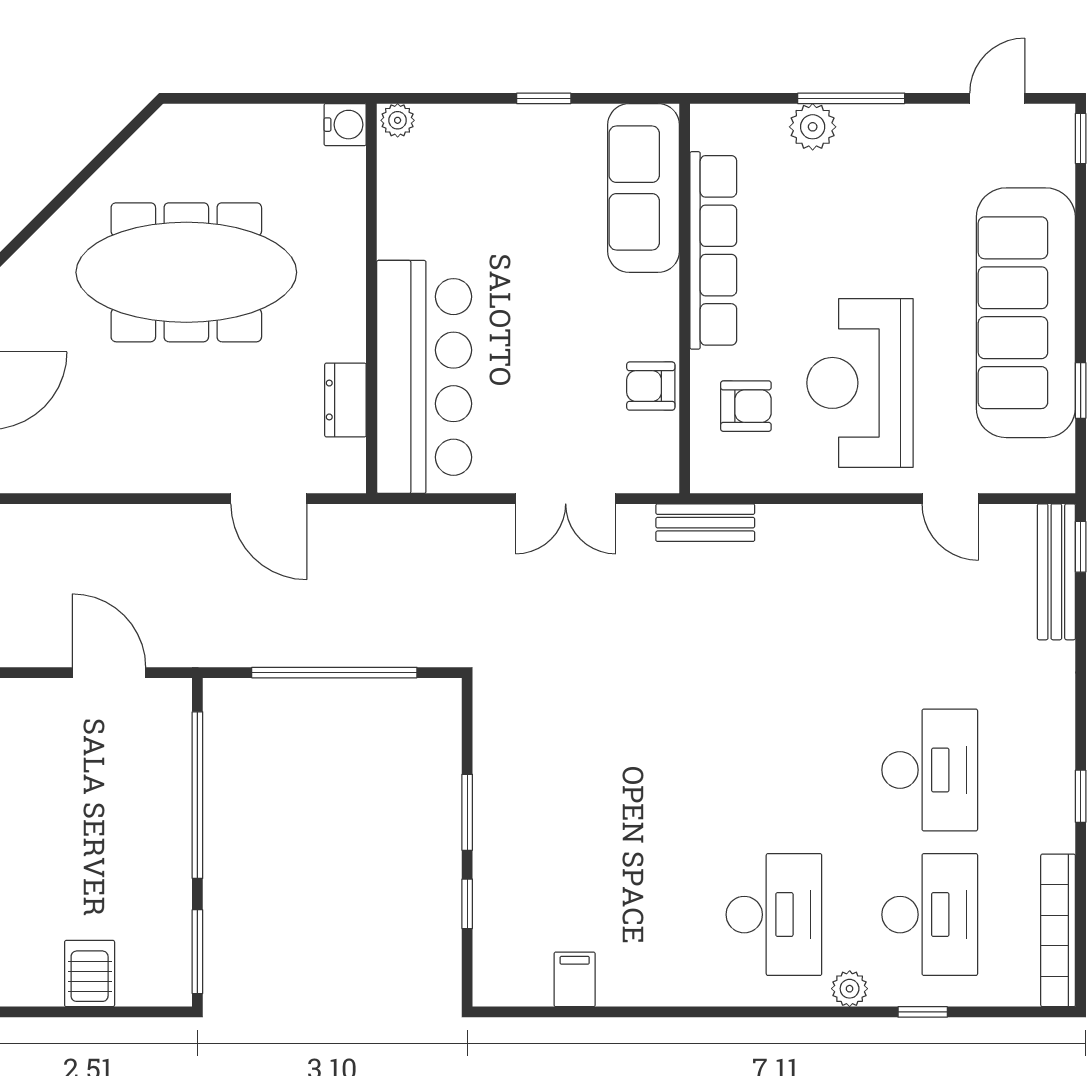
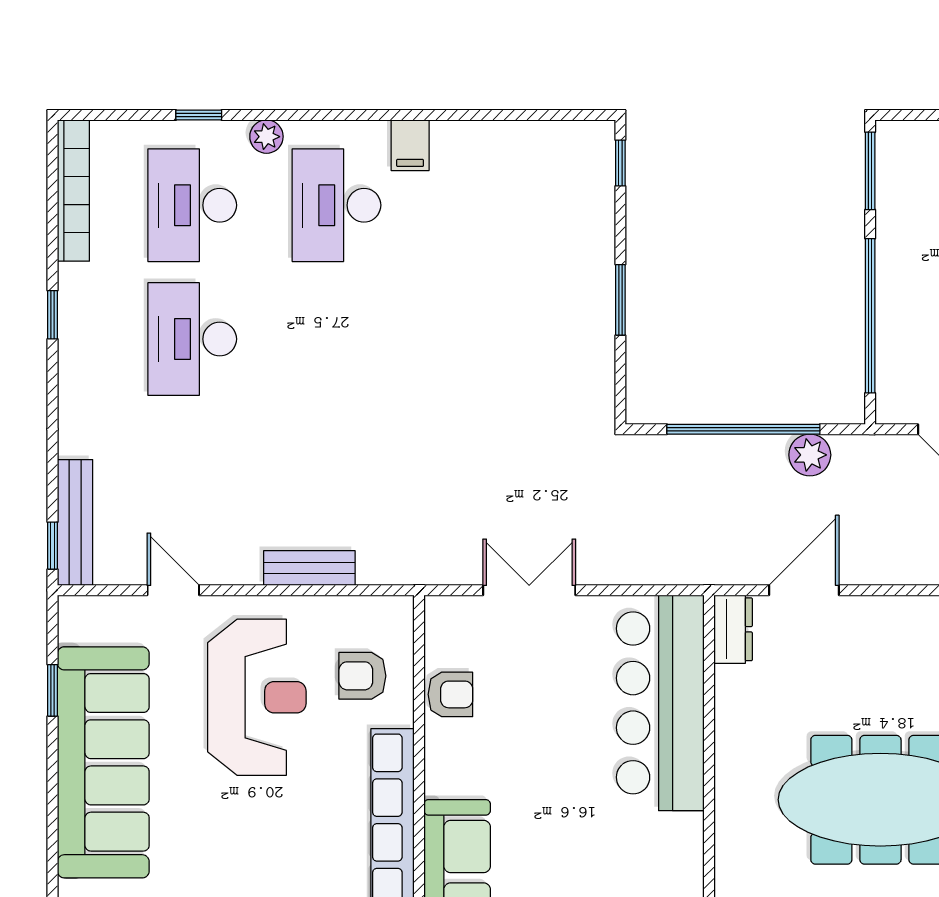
dresser: (345, 400) -> (733, 629), moved
door: (269, 499) -> (804, 590), hinge flipped
bench: (705, 523) -> (309, 568), moved
plant: (263, 645) -> (810, 455), added
window: (467, 904) -> (620, 163), moved
filing cabinet: (575, 979) -> (410, 145), moved

